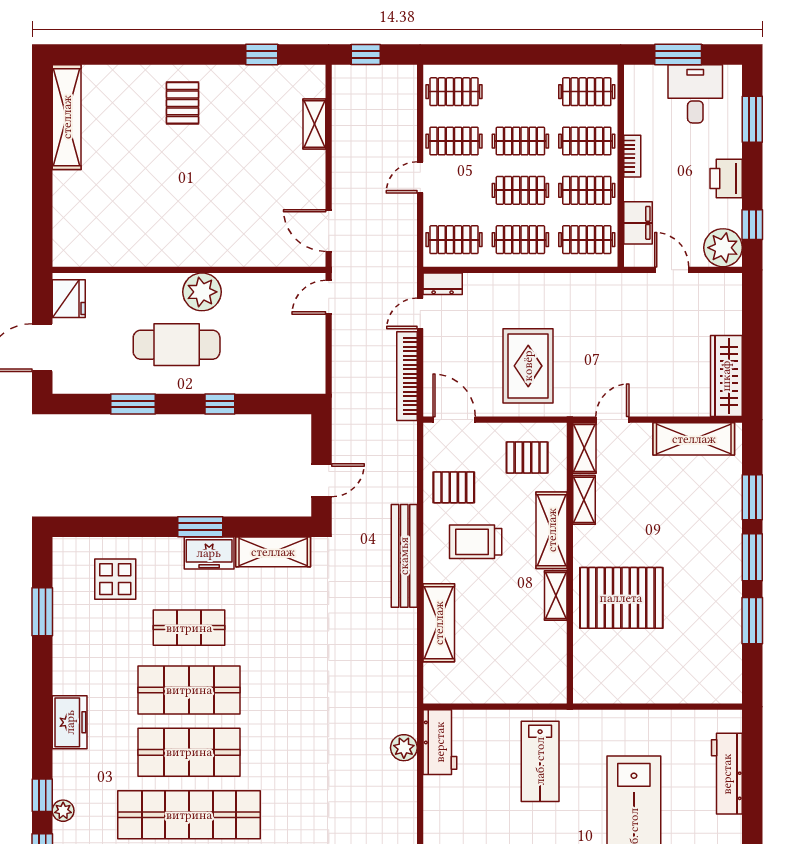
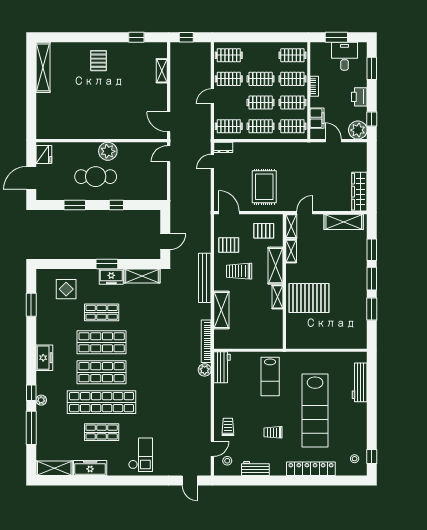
bookcase: (407, 376) -> (206, 341), moved

